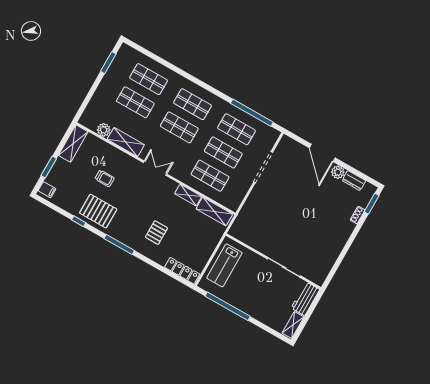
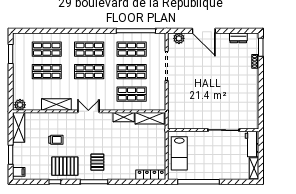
plant: (104, 130) -> (20, 105), moved
plant: (338, 172) -> (179, 38), moved
pallet: (156, 233) -> (97, 162), moved

